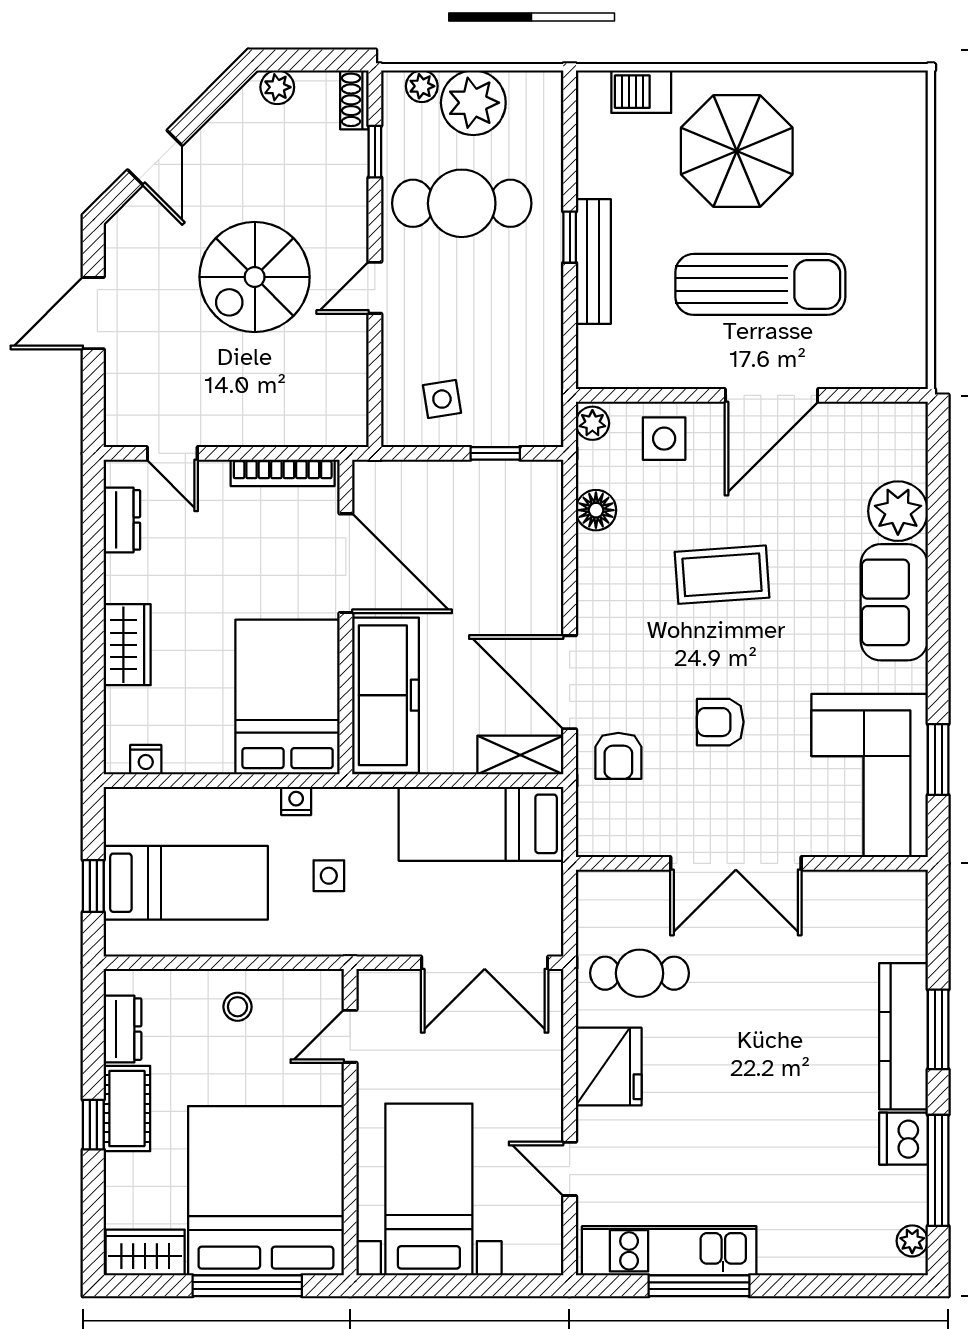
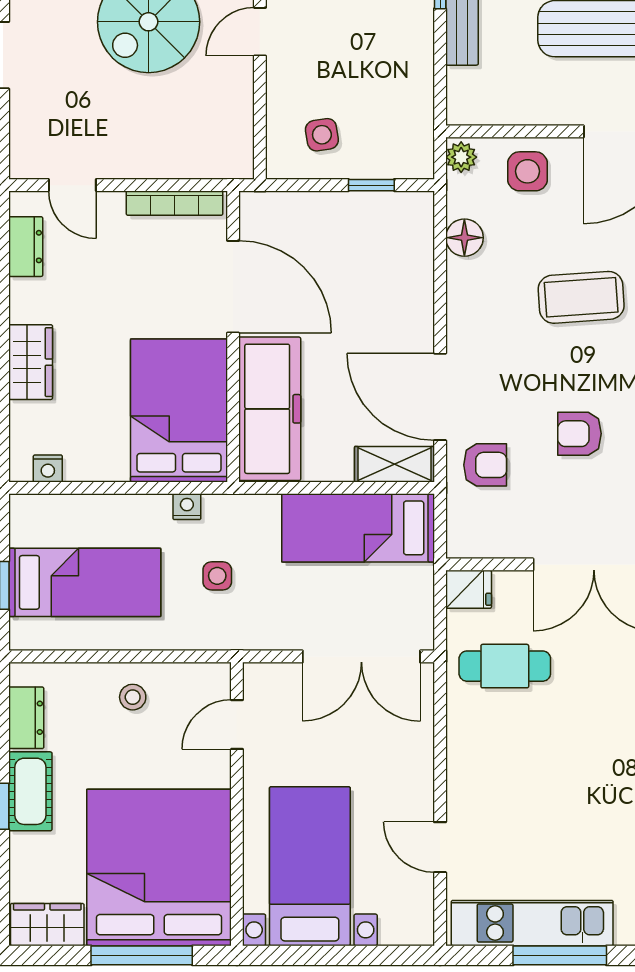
armchair: (618, 756) -> (485, 465), turned -90
fridge: (609, 1067) -> (469, 589), moved, width x0.53, depth x0.75

